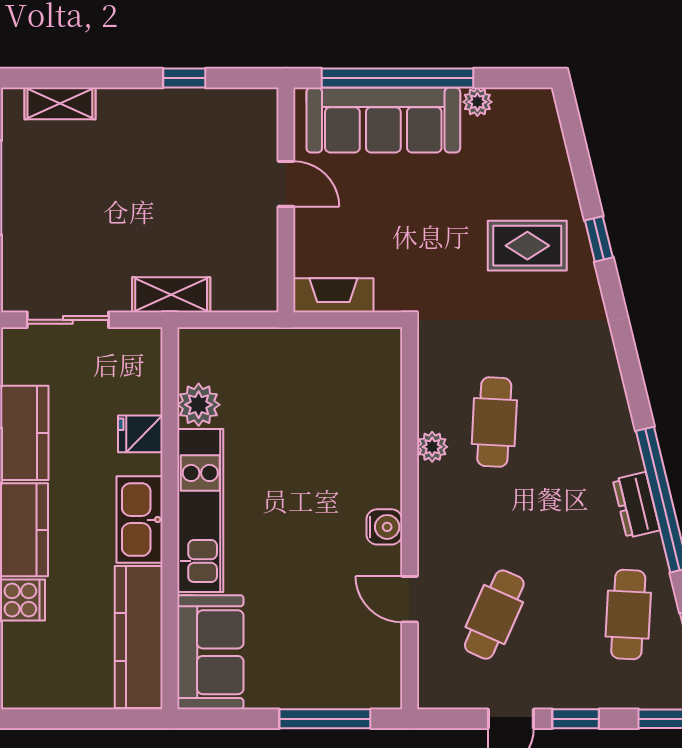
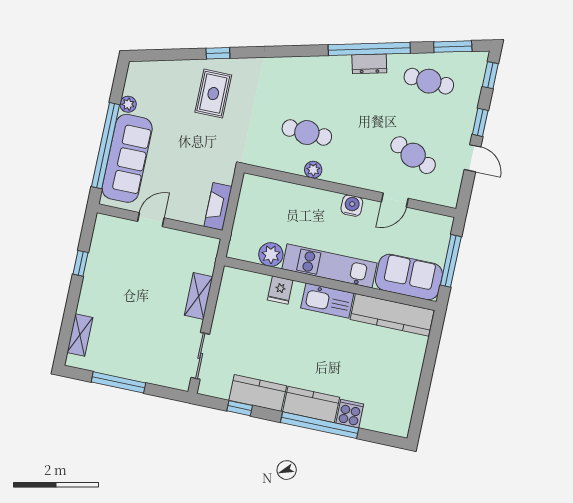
plant: (199, 405) -> (271, 254), moved
fridge: (140, 434) -> (280, 290), moved
kitchen unit: (200, 510) -> (329, 266), moved
wall: (170, 518) -> (330, 284), moved
kitchen sink: (139, 520) -> (327, 301), moved
kitchen counter: (139, 637) -> (392, 315), moved
sofa: (210, 652) -> (409, 277), moved

